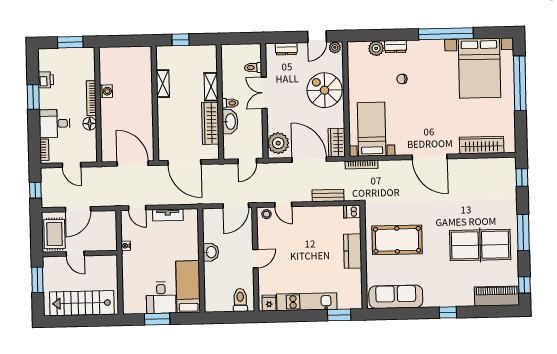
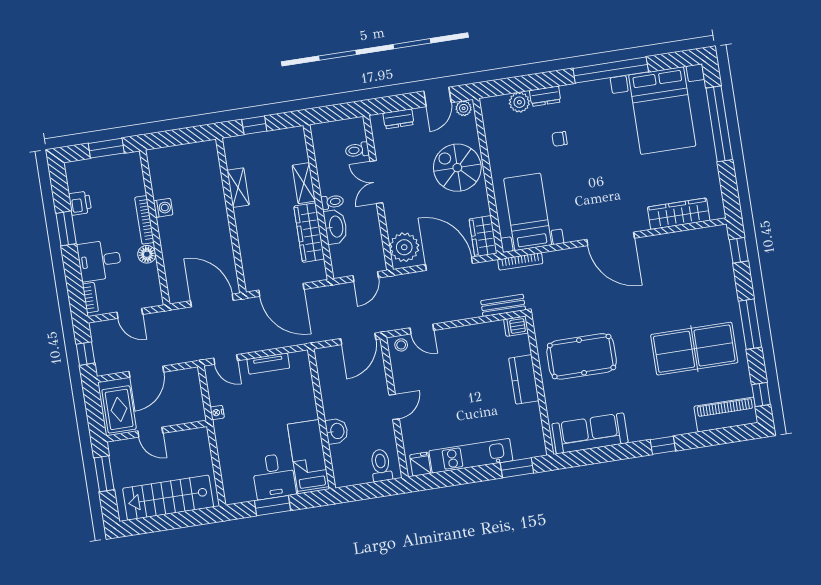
bench: (328, 195) -> (503, 305), moved
washbasin: (211, 252) -> (337, 431), moved

